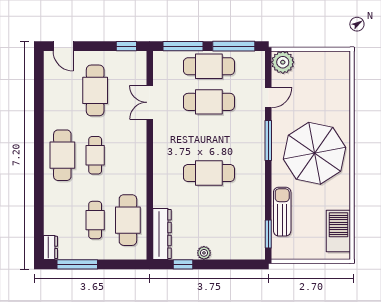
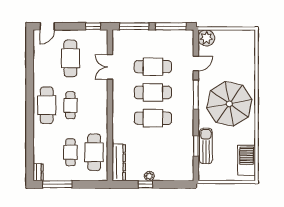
door: (63, 46) -> (47, 26), hinge flipped
cafe table: (209, 66) -> (153, 92), moved
window: (268, 234) -> (196, 146), moved
window: (183, 264) -> (145, 184), moved

